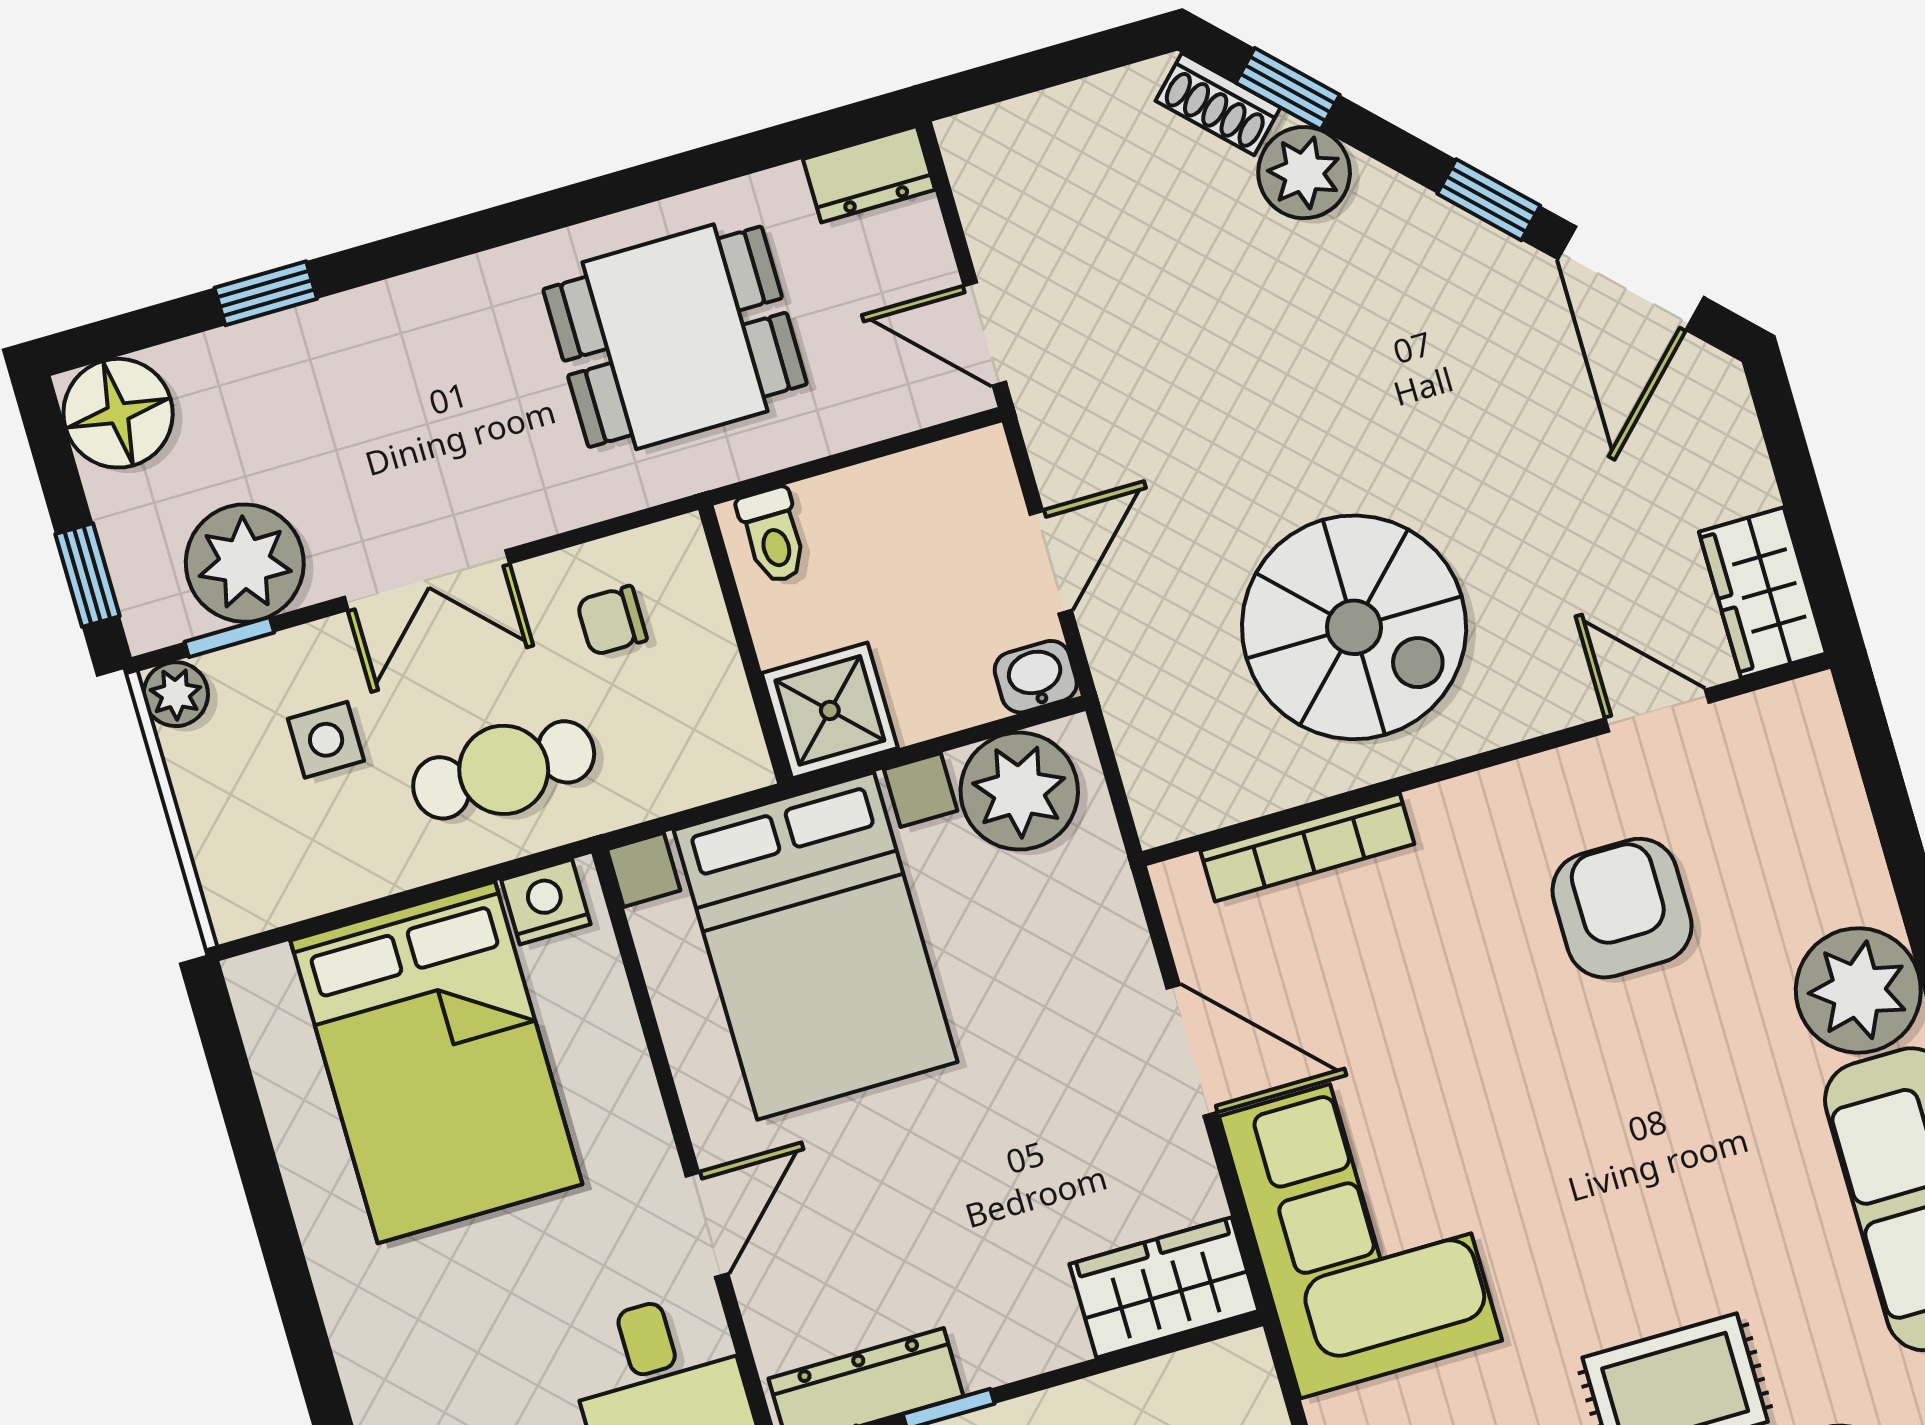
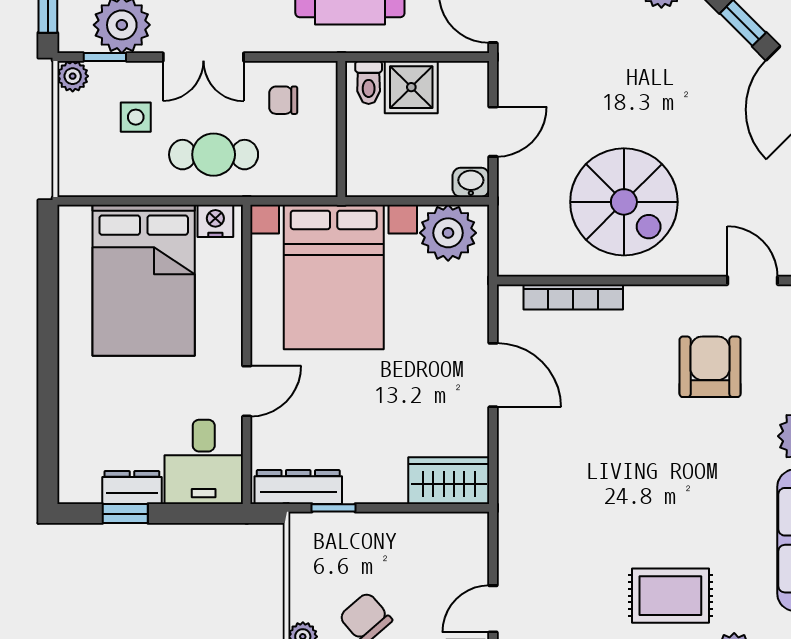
shower: (830, 710) -> (411, 87), moved
corner sofa: (1360, 1228) -> (547, 479), removed

